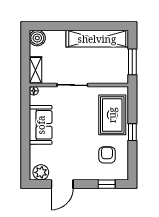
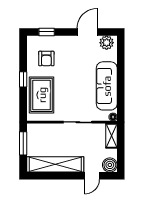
door: (57, 26) -> (92, 176), added
sofa: (41, 125) -> (107, 86), width x1.36

